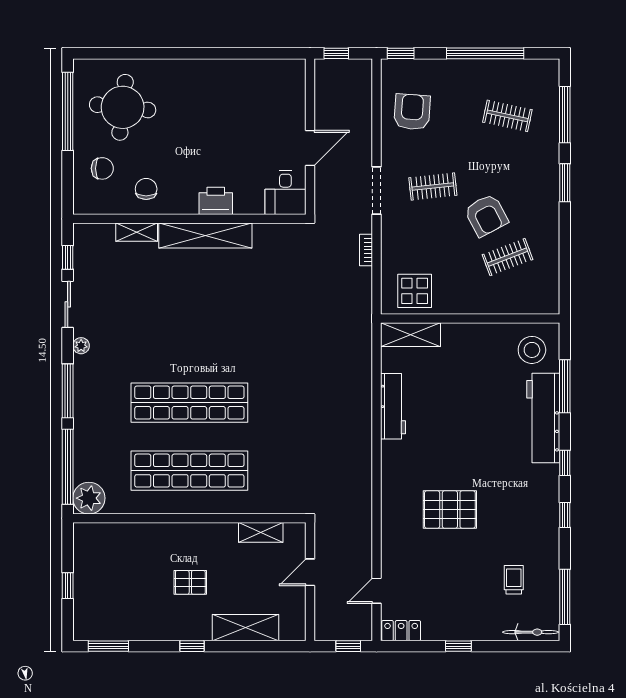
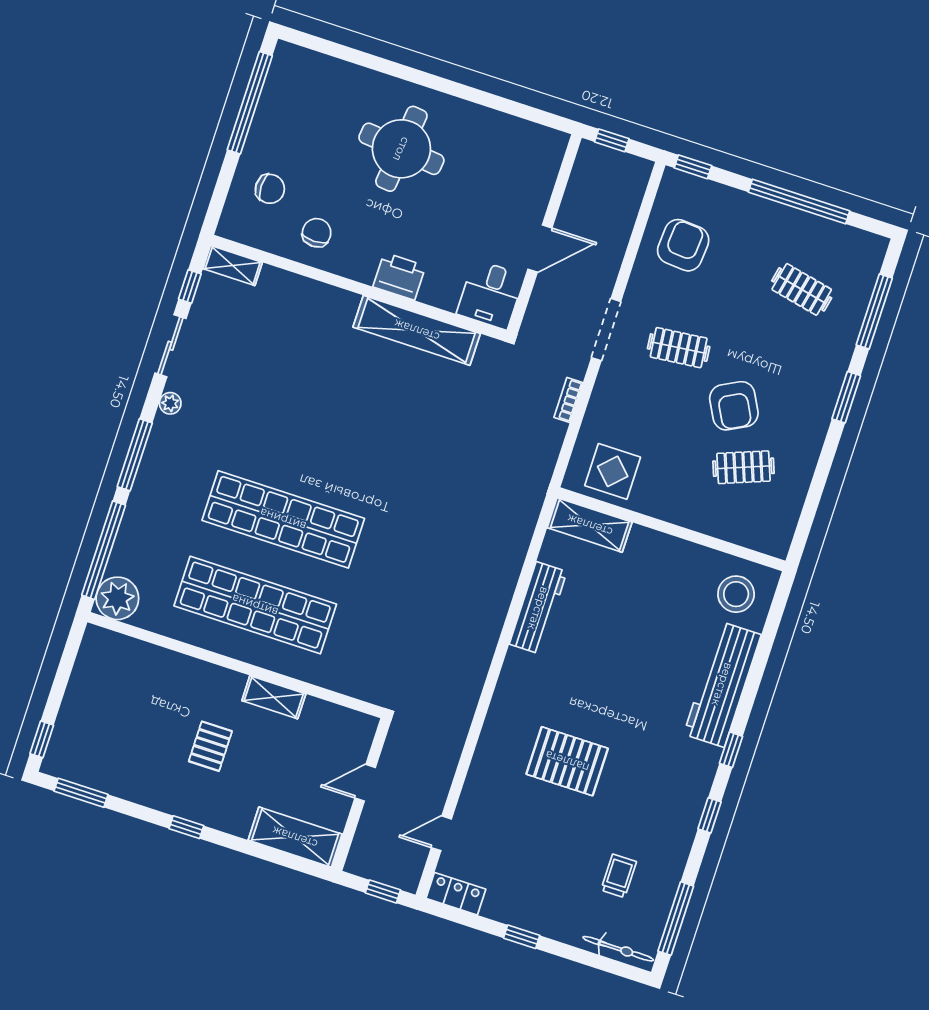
round table: (123, 107) -> (401, 149), moved
shelving: (137, 232) -> (233, 266), moved
shelving: (205, 236) -> (417, 330), moved
window: (565, 386) -> (762, 653), removed
shelving: (261, 532) -> (274, 697), moved
pallet: (190, 582) -> (210, 746), turned 90
window: (68, 586) -> (42, 739), moved
shelving: (245, 628) -> (295, 837), moved

